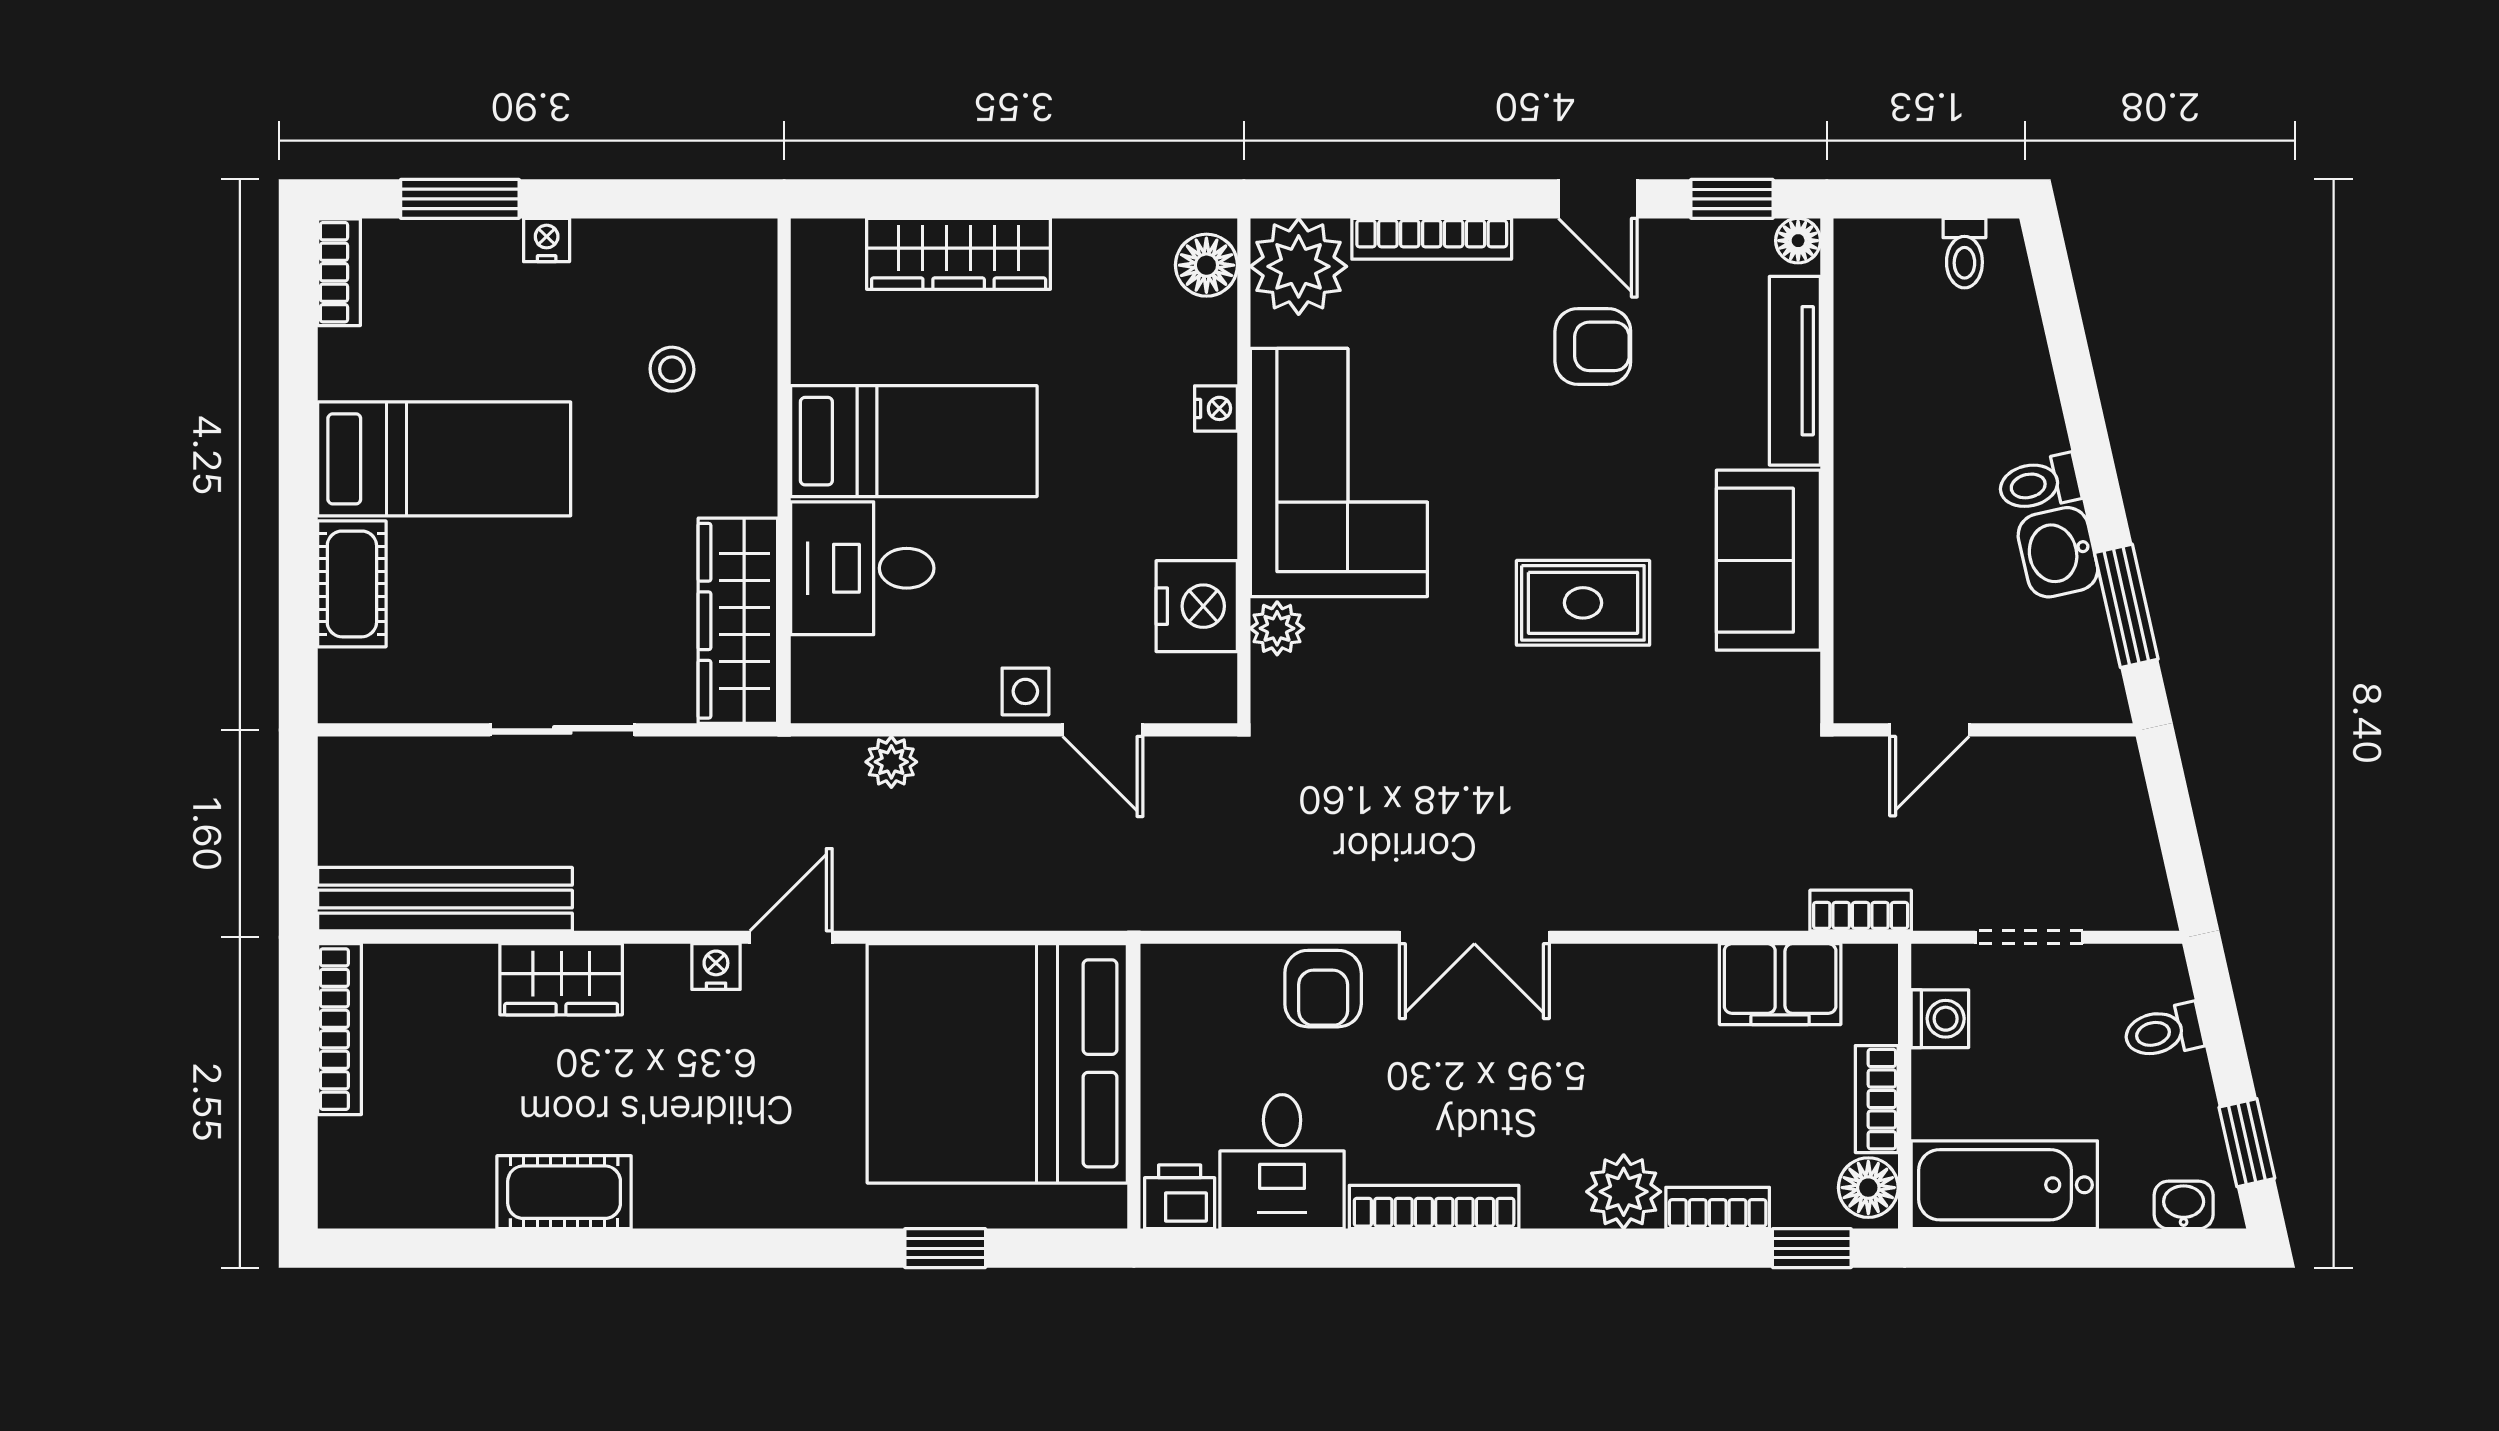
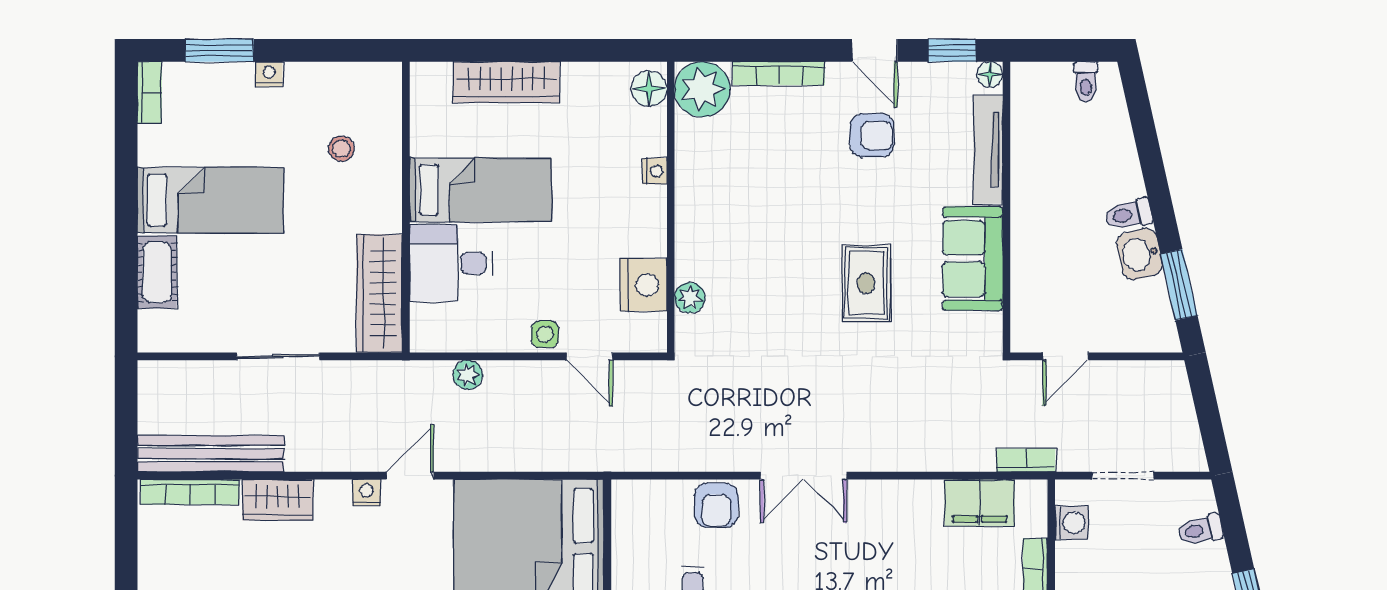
corner sofa: (1339, 472) -> (725, 208), removed
rug: (1583, 603) -> (866, 283), turned 90
bookcase: (340, 1029) -> (190, 492), moved, turned 90

